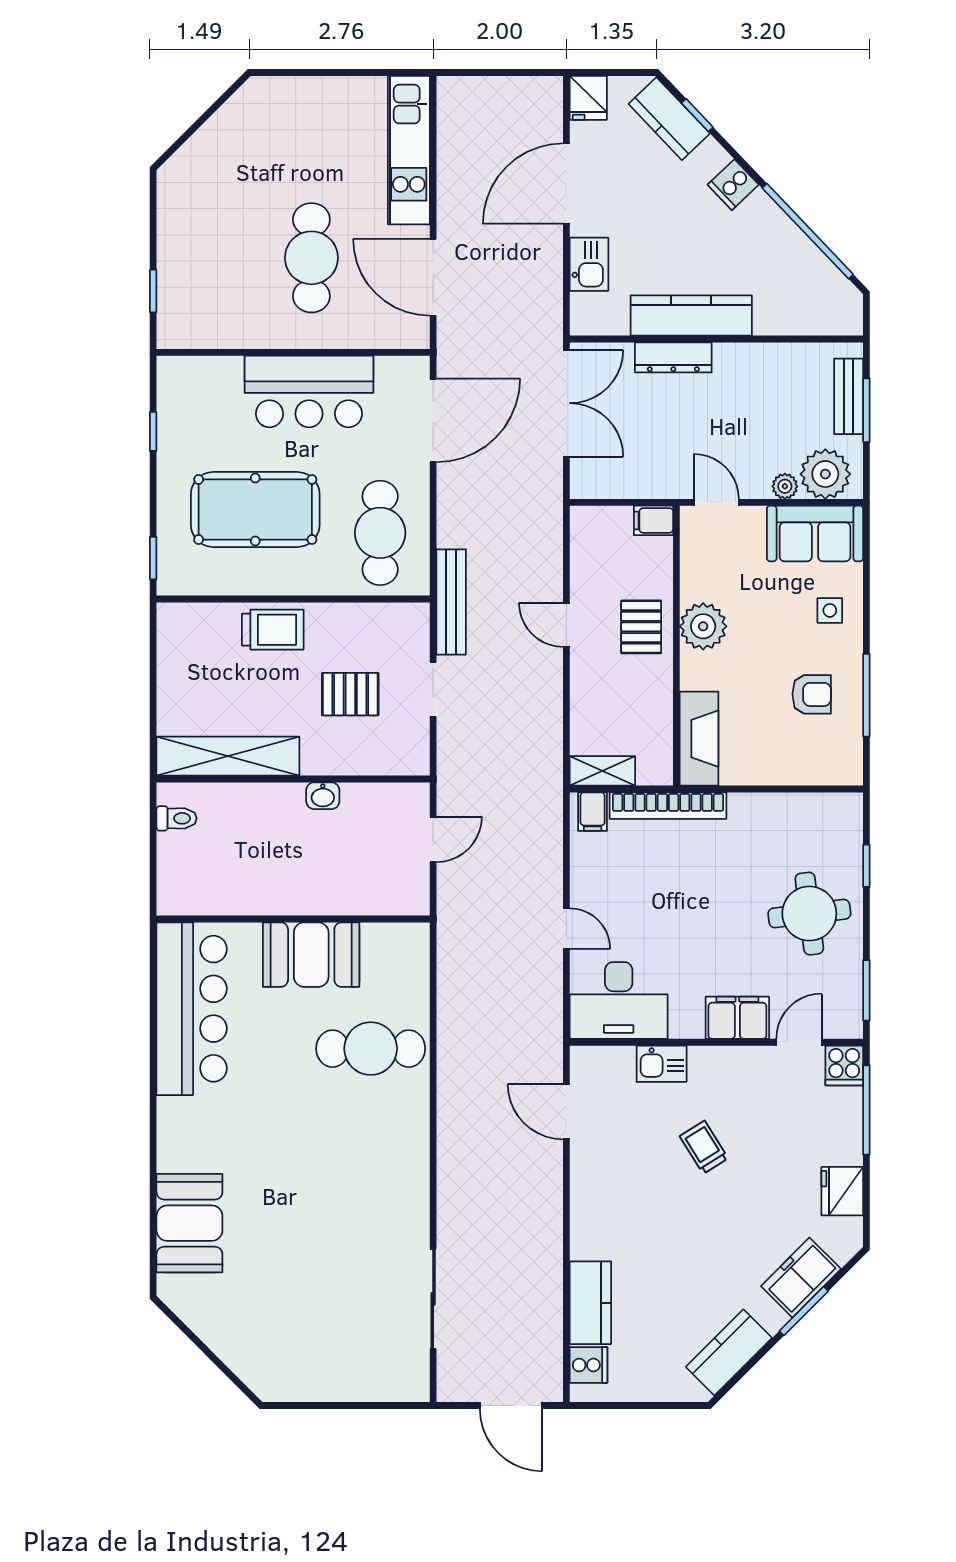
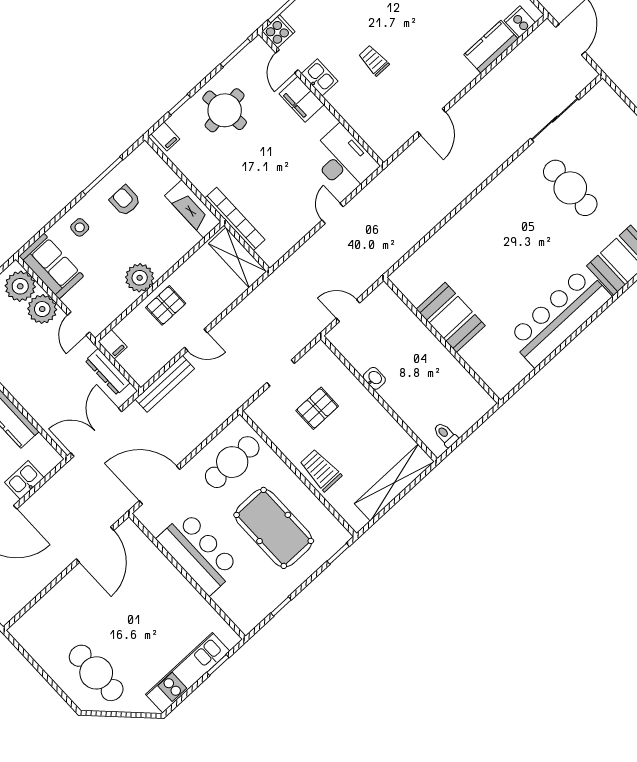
kitchen unit: (409, 150) -> (188, 673), moved, turned 180
cafe table: (311, 258) -> (96, 673), moved, turned 90
dresser: (673, 357) -> (108, 372), moved, turned 180
plant: (785, 486) -> (42, 309), width x1.88, depth x1.88
bench: (451, 602) -> (165, 384), moved
door: (566, 625) -> (196, 340), hinge flipped
pallet: (350, 694) -> (317, 408), turned 90
fireplace: (699, 739) -> (193, 209), moved, turned -90
shelving: (228, 756) -> (394, 483), moved, turned 90
shelving: (602, 771) -> (238, 258), width x1.50, depth x1.33
filing cabinet: (593, 812) -> (165, 136), moved, turned 90
bar counter: (192, 1009) -> (559, 317), moved
door: (799, 1042) -> (287, 61), hinge flipped
cafe table: (371, 1049) -> (570, 188), moved
kitchen sink: (662, 1064) -> (320, 77), moved
door: (566, 1112) -> (431, 122), moved
trolley: (704, 1147) -> (374, 60), turned 122

